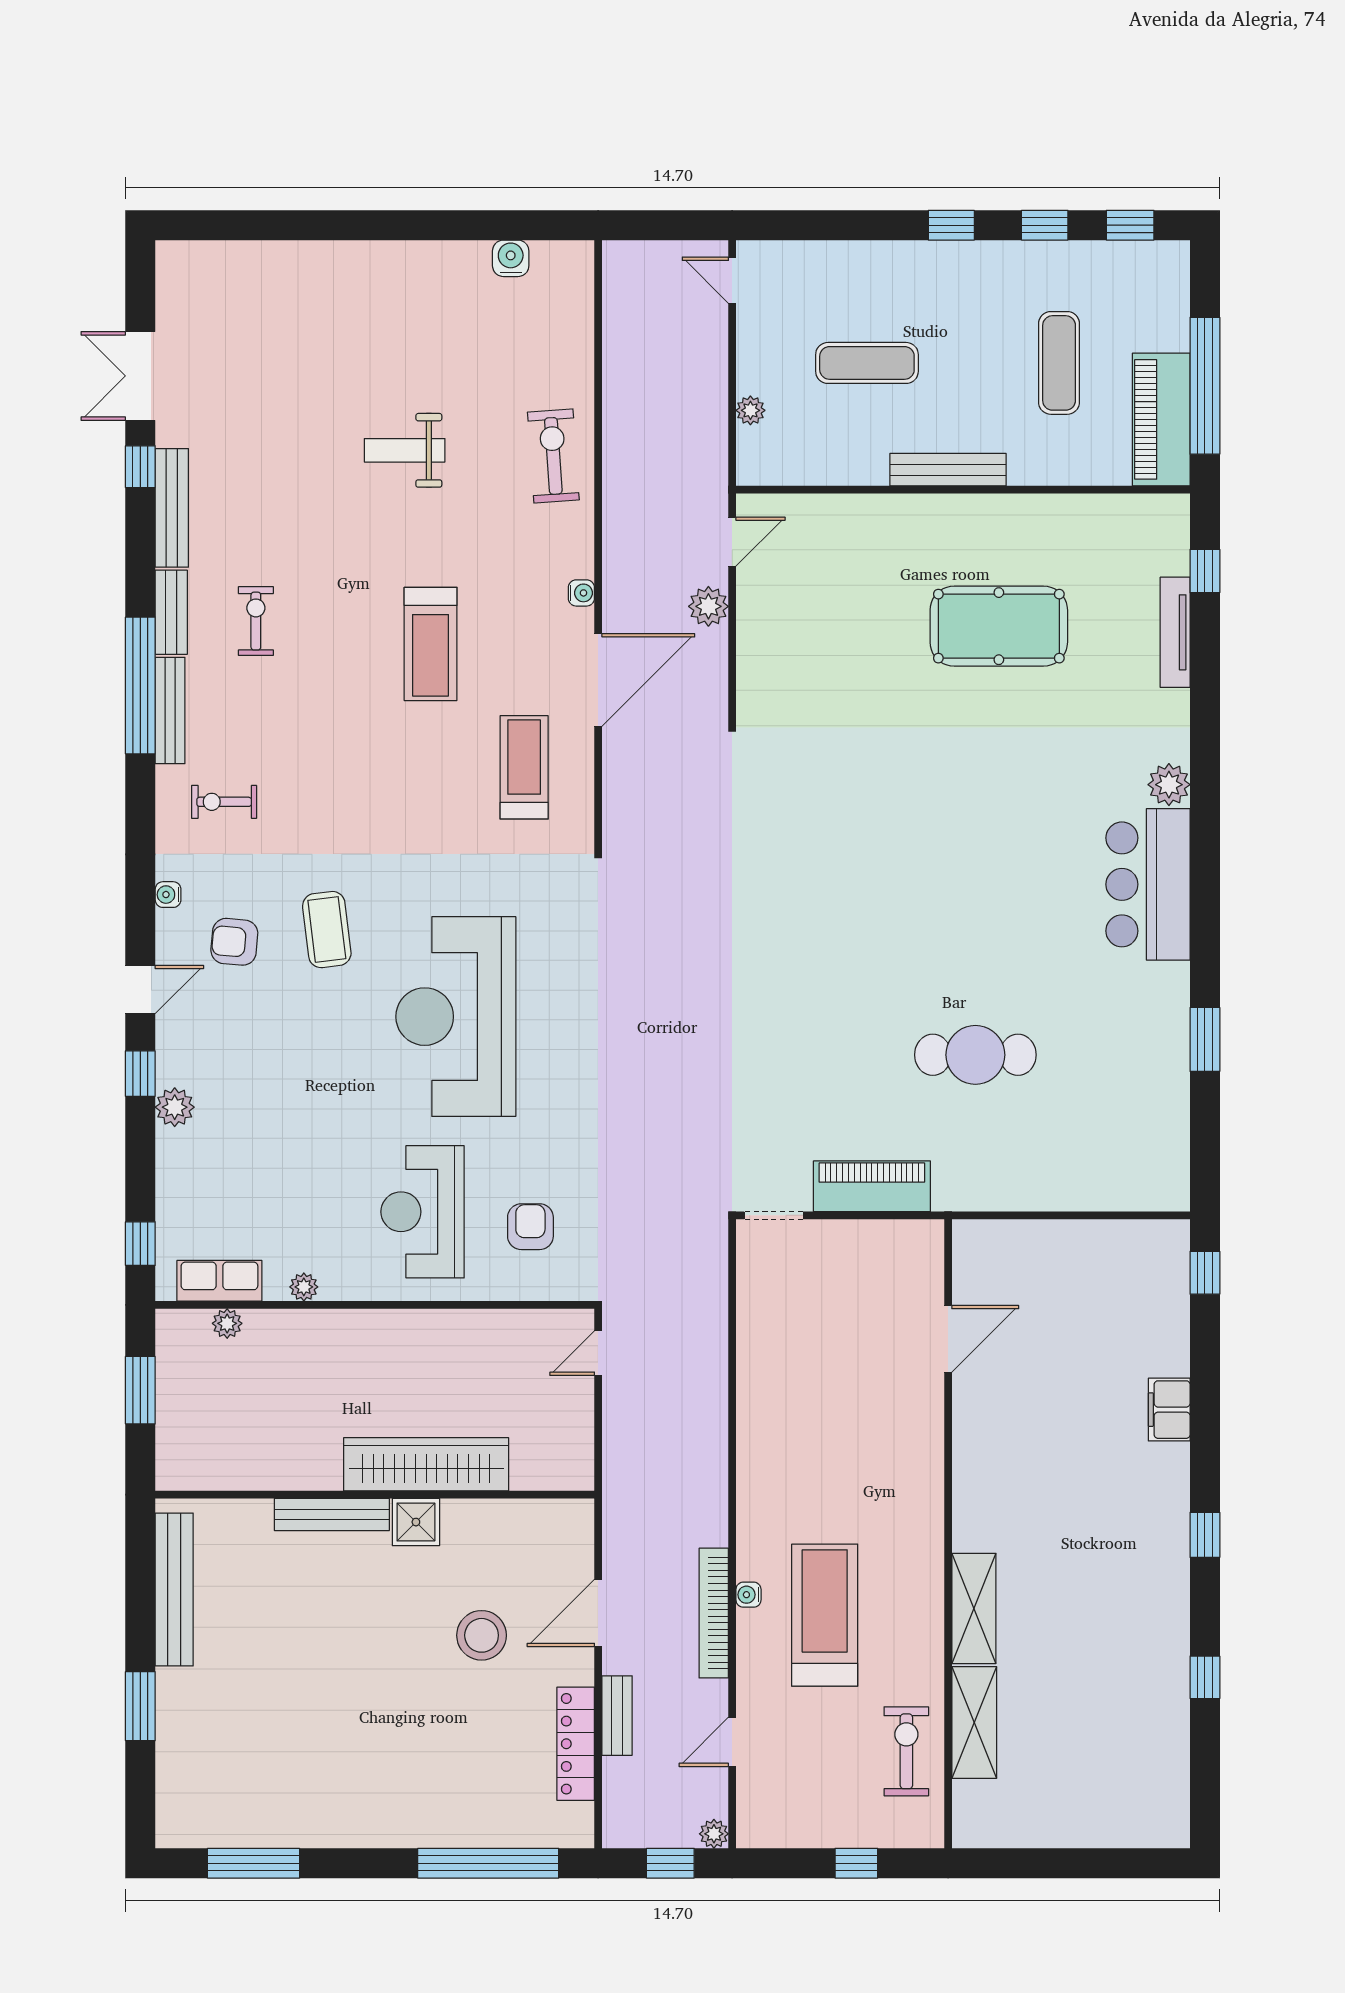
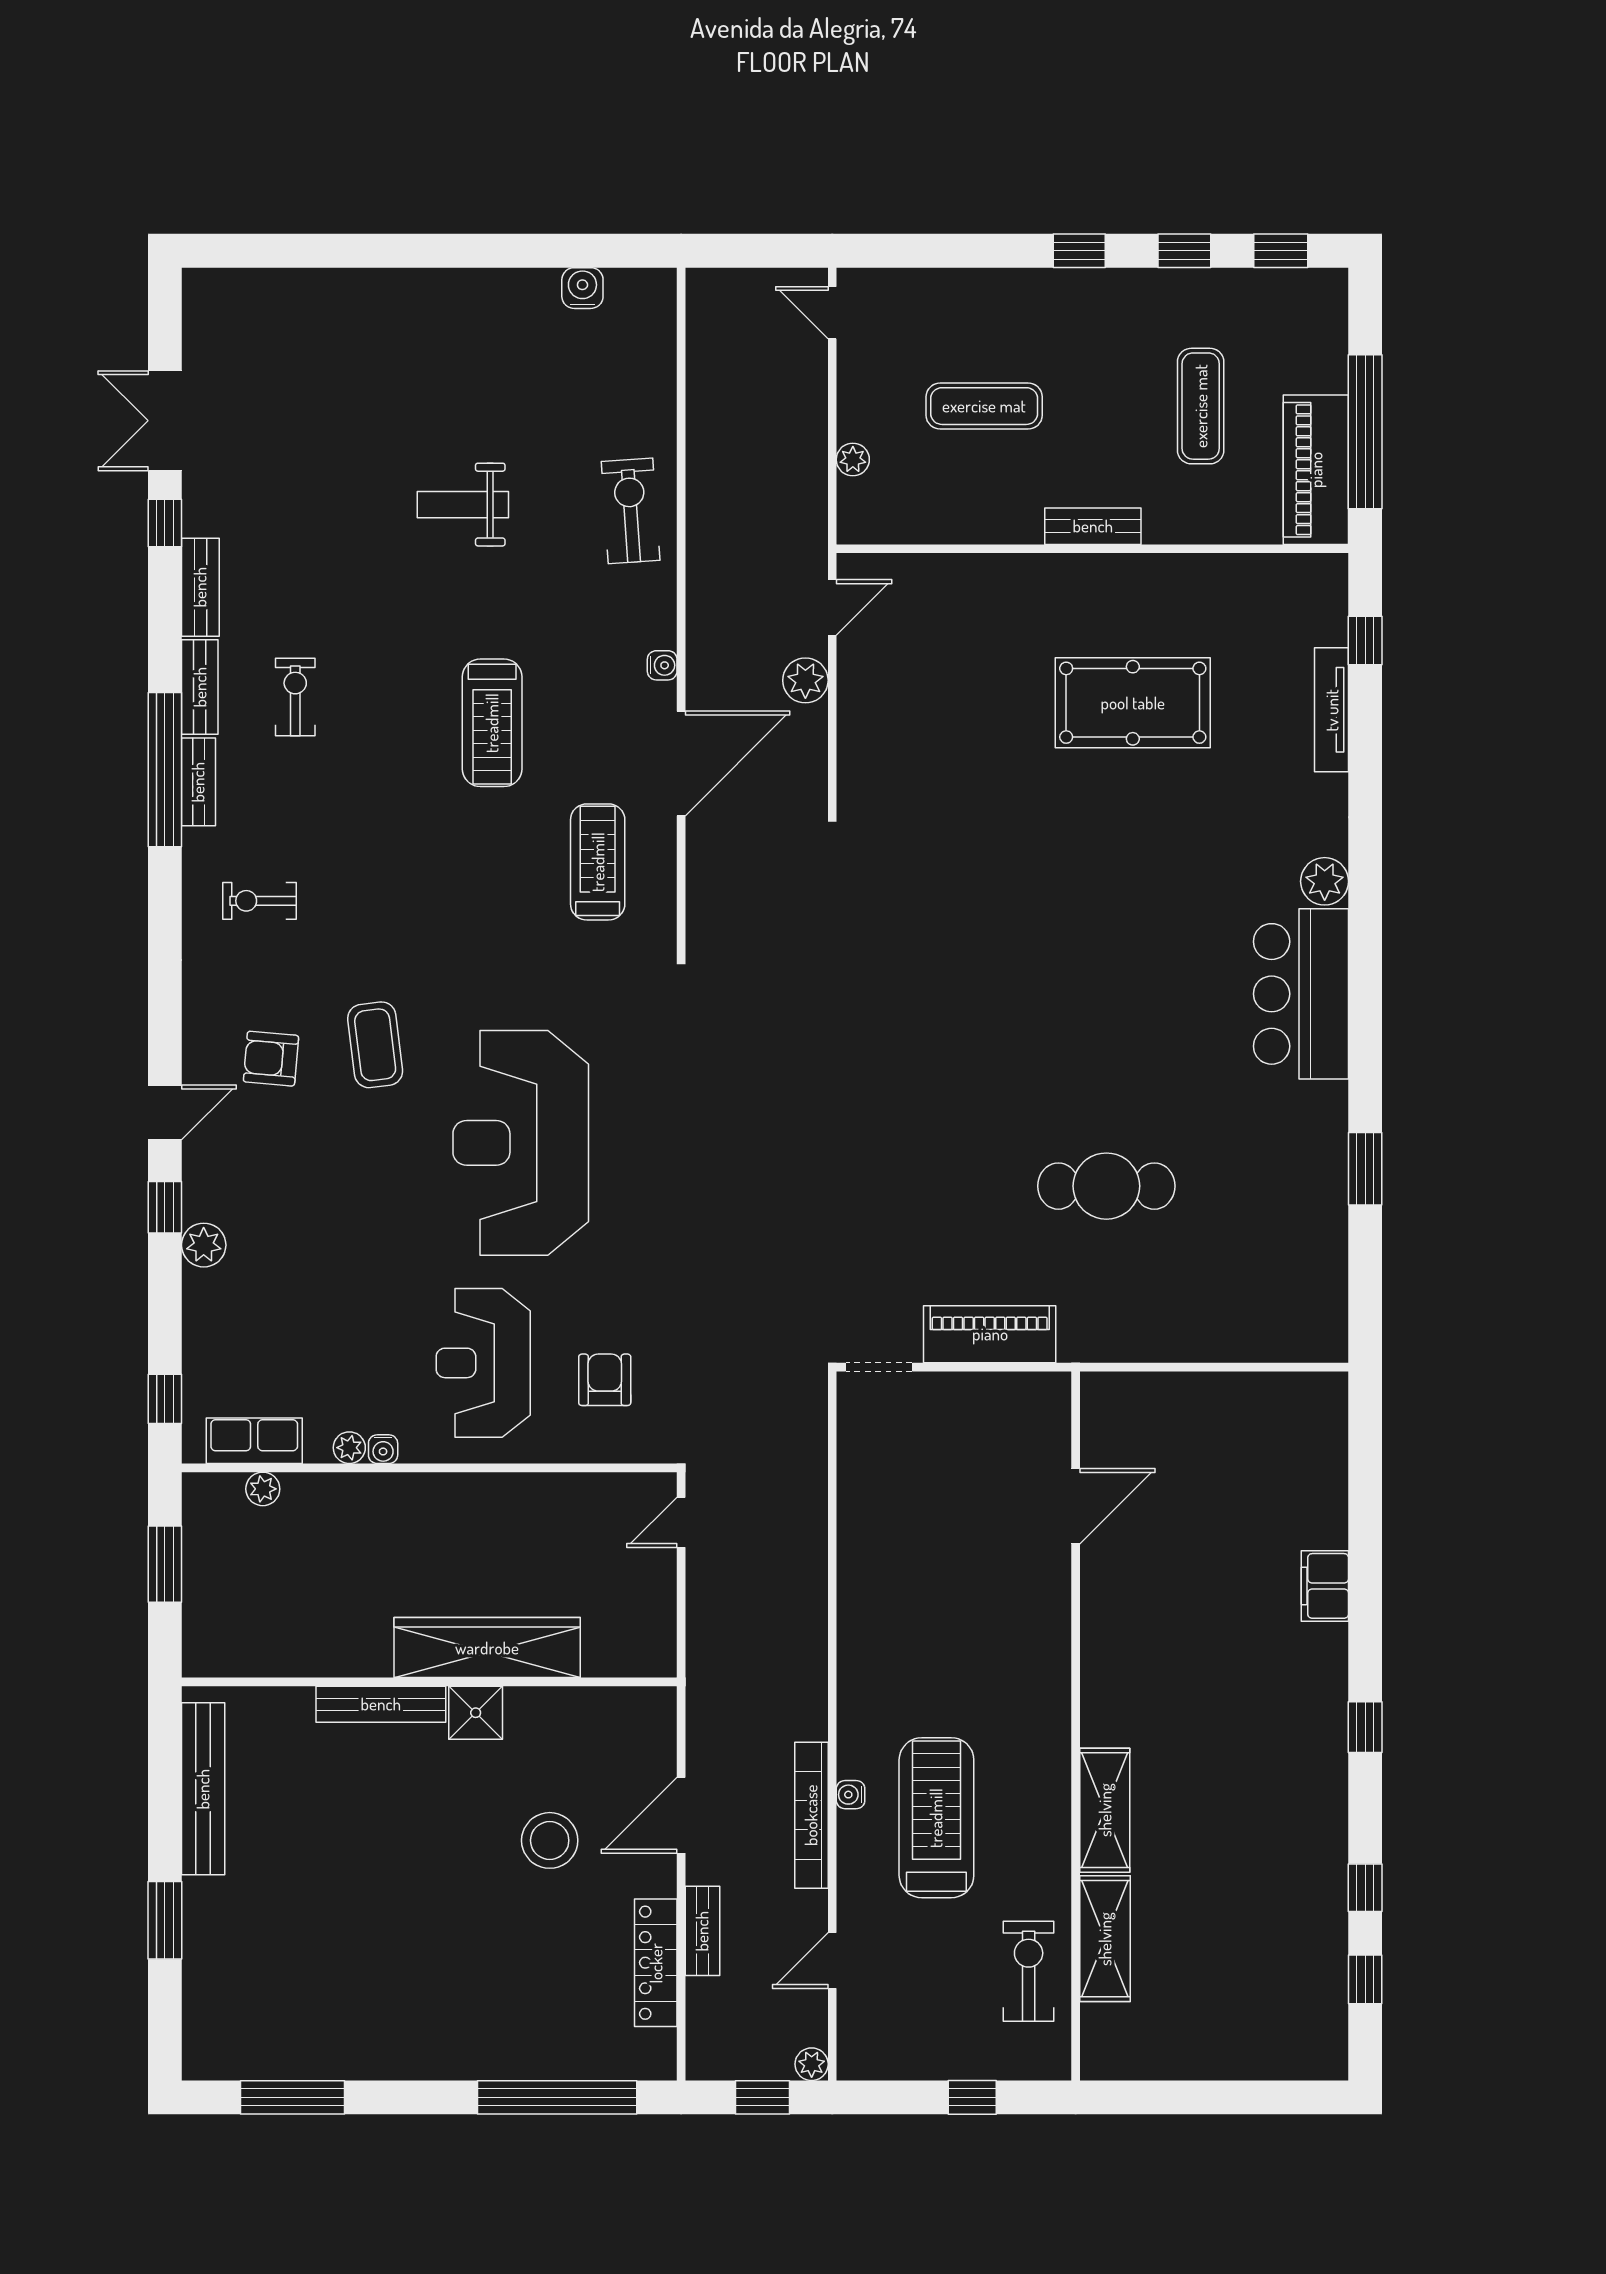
bench: (948, 470) -> (1093, 526), width x0.73
bench: (172, 508) -> (200, 587), width x0.73
bench: (170, 710) -> (198, 782), width x0.73
water cooler: (168, 895) -> (383, 1449), moved, turned -90
window: (1205, 1273) -> (1365, 1979), moved

